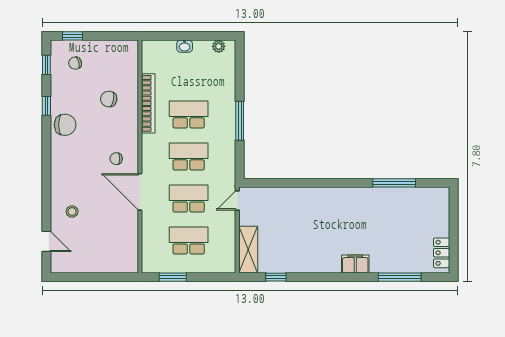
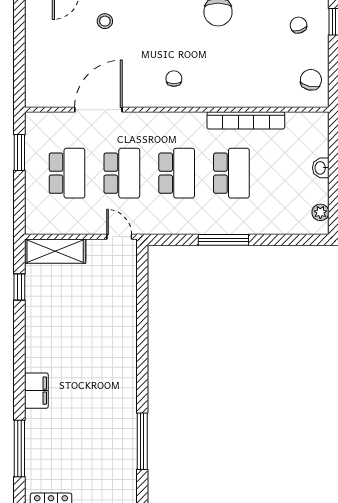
chair: (109, 99) -> (311, 80), moved
door: (140, 192) -> (98, 110), moved

